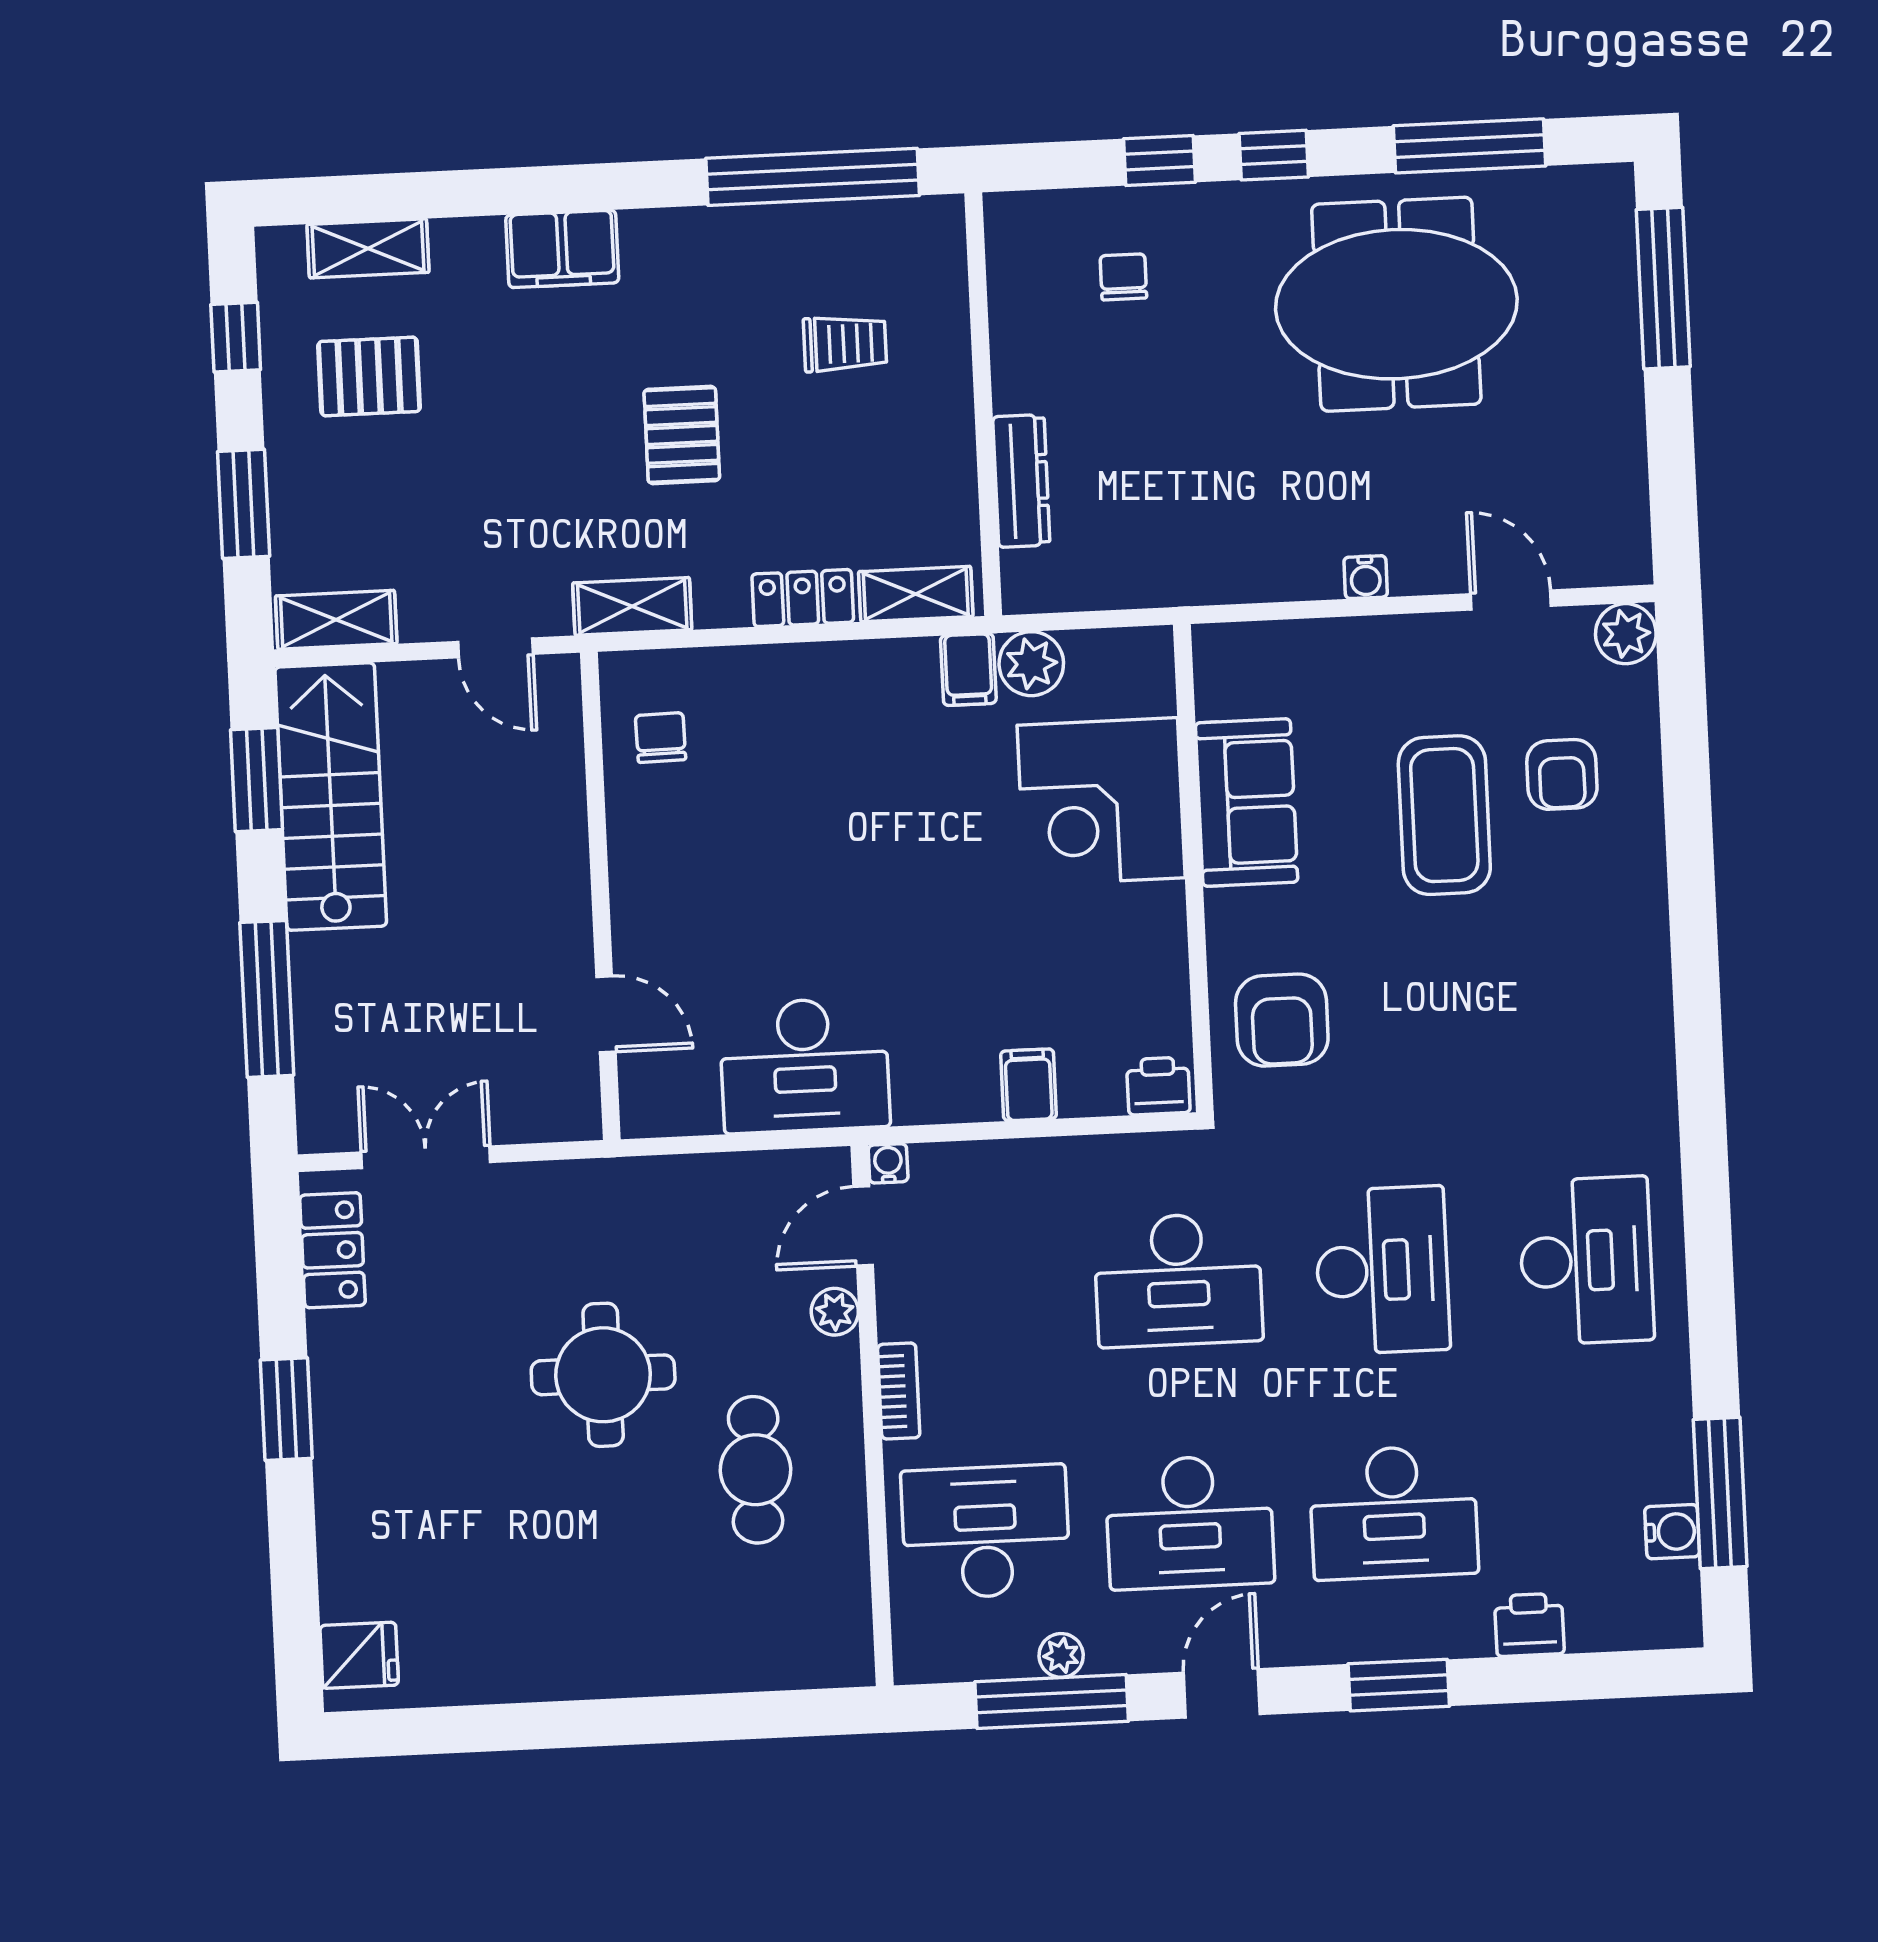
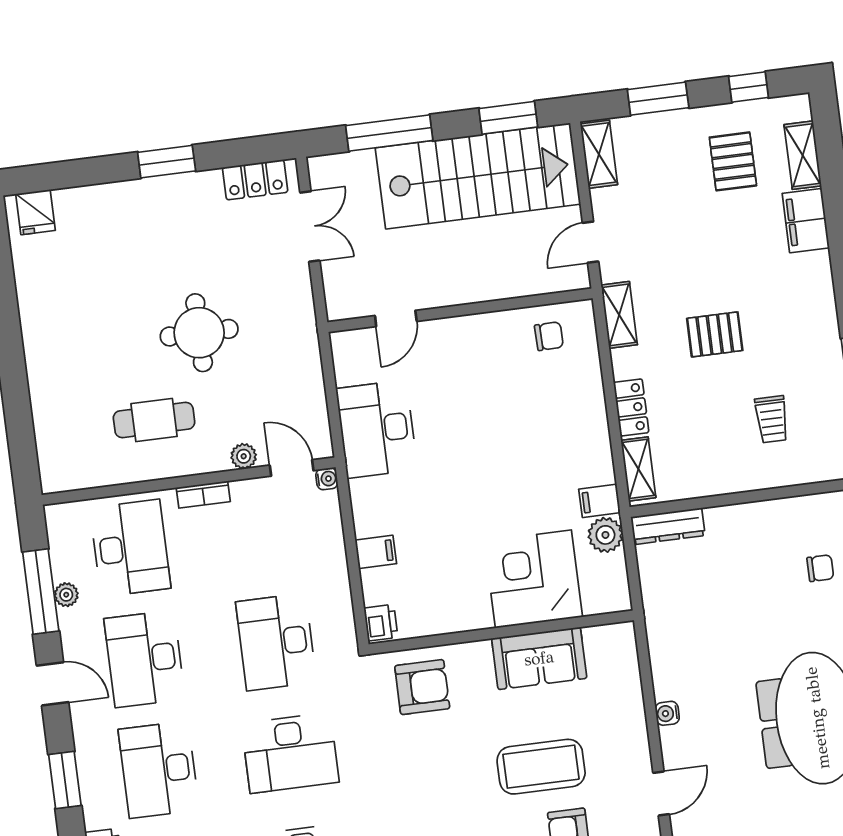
filing cabinet: (562, 249) -> (806, 221), moved
dresser: (1021, 481) -> (668, 526), moved
stairs: (331, 797) -> (478, 176), width x1.36, depth x1.51
armchair: (1282, 1020) -> (422, 687), turned 180

